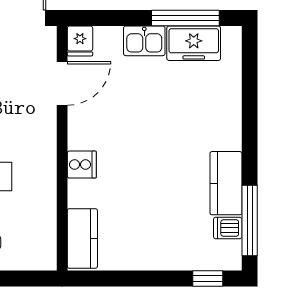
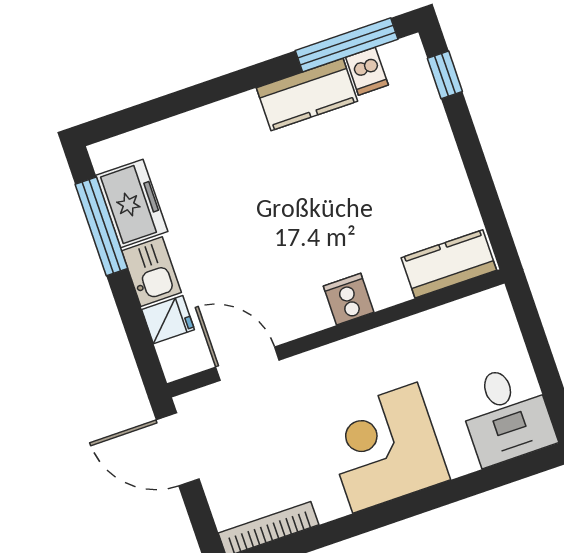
fridge: (80, 41) -> (168, 320), moved

